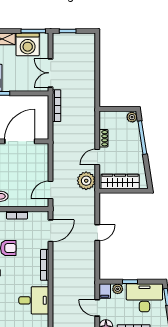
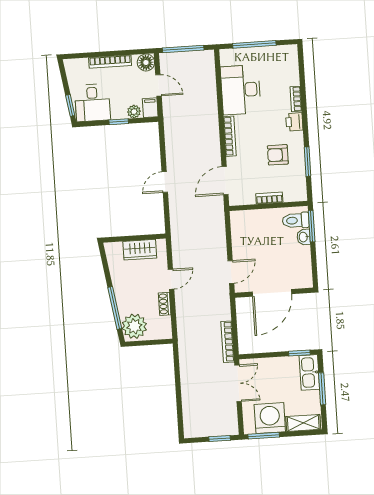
plant: (132, 117) -> (134, 326), width x1.87, depth x1.87
plant: (86, 181) -> (183, 248), removed
wardrobe: (120, 181) -> (140, 250), width x0.67
door: (51, 190) -> (231, 272), moved
desk: (144, 298) -> (92, 103), width x0.73
desk: (34, 300) -> (241, 90), width x1.37

